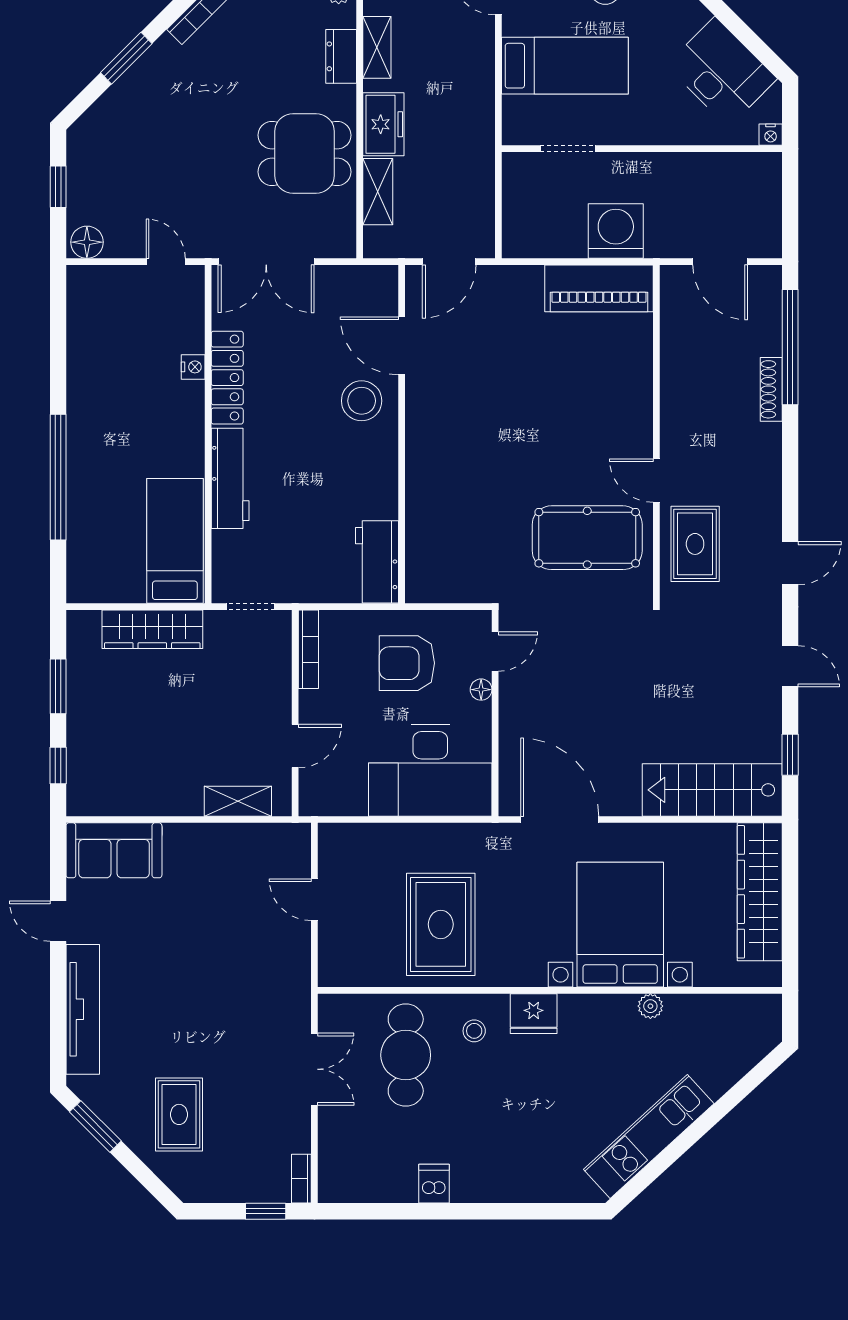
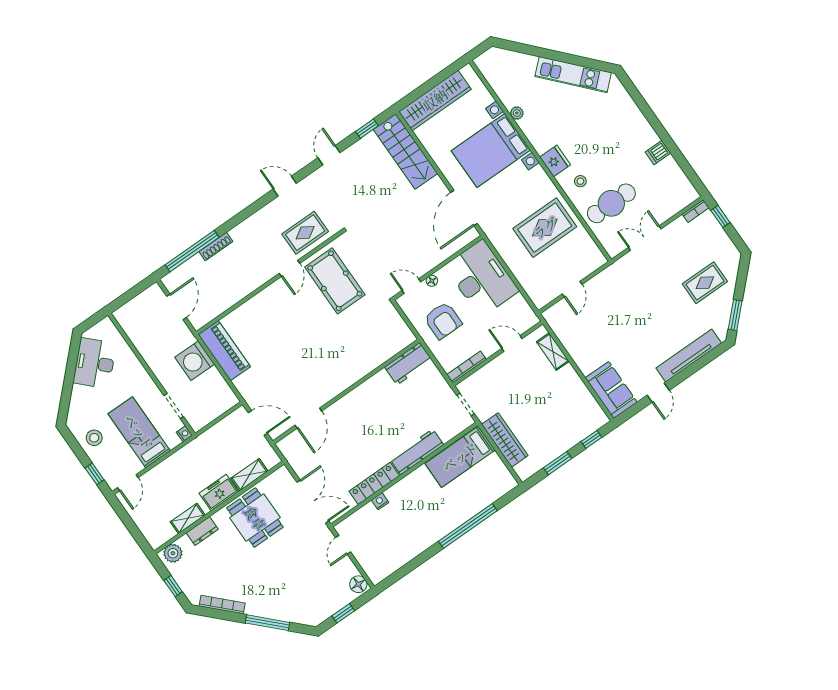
window: (126, 58) -> (268, 623), width x1.44
nightstand: (771, 135) -> (184, 434), moved
stool: (362, 401) -> (344, 419), removed

